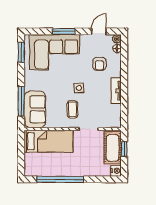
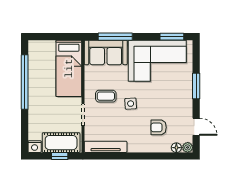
corner sofa: (54, 52) -> (157, 61), moved, turned -90
tv unit: (116, 91) -> (106, 147), moved, width x1.41

